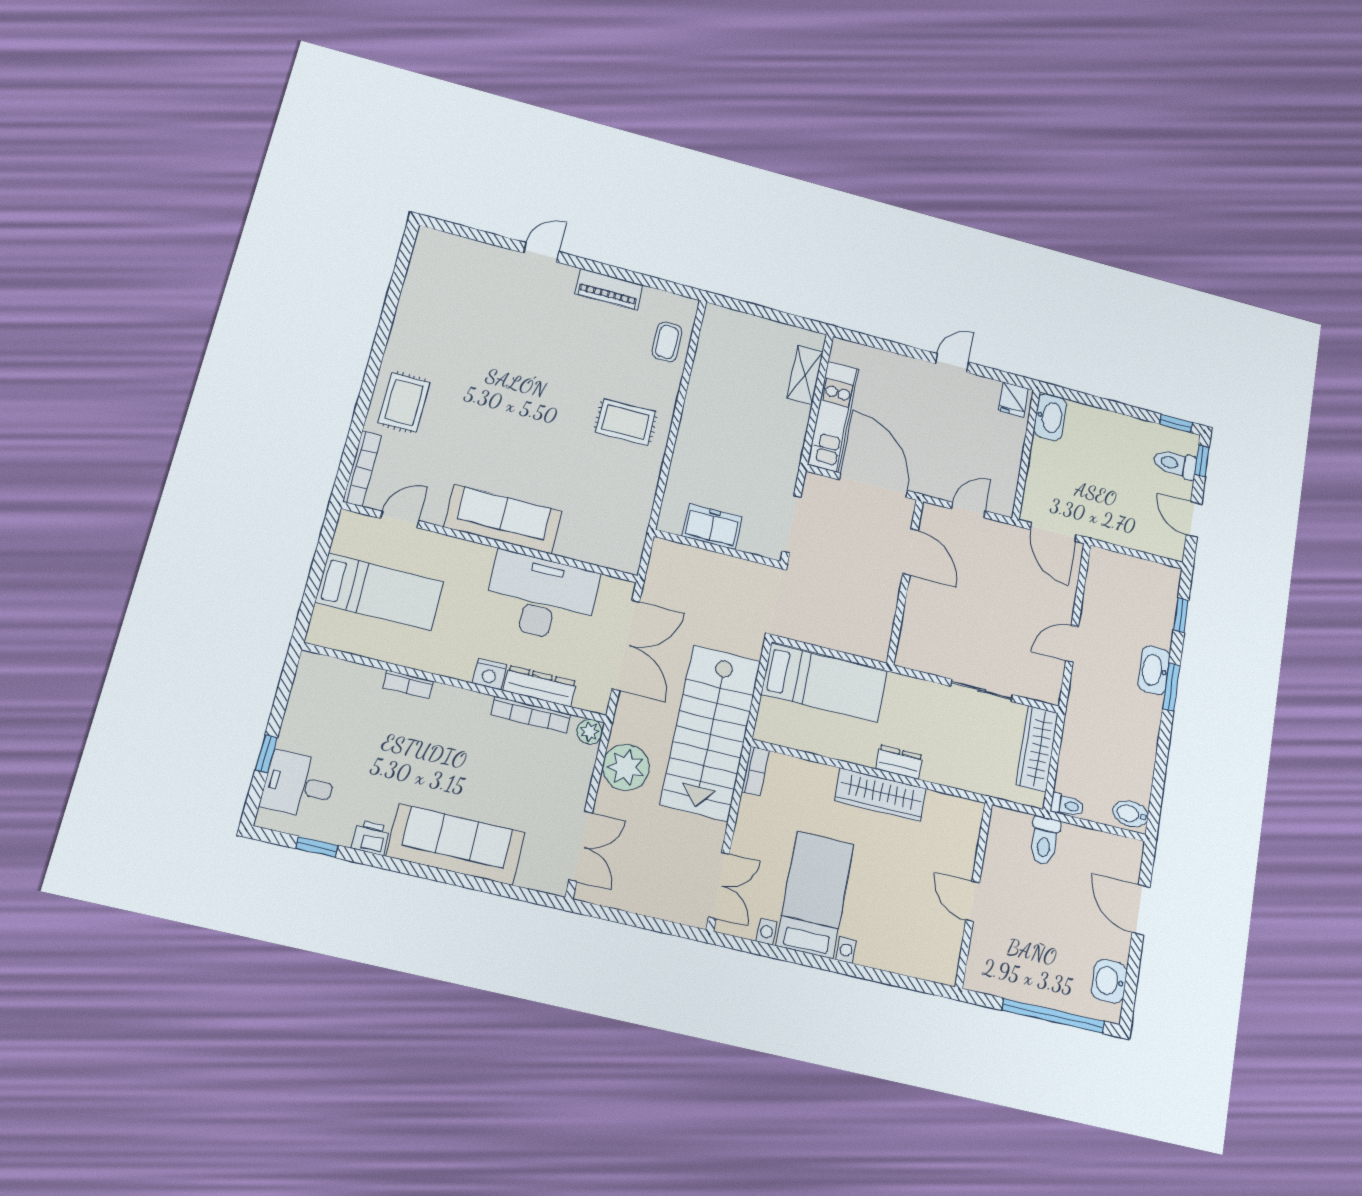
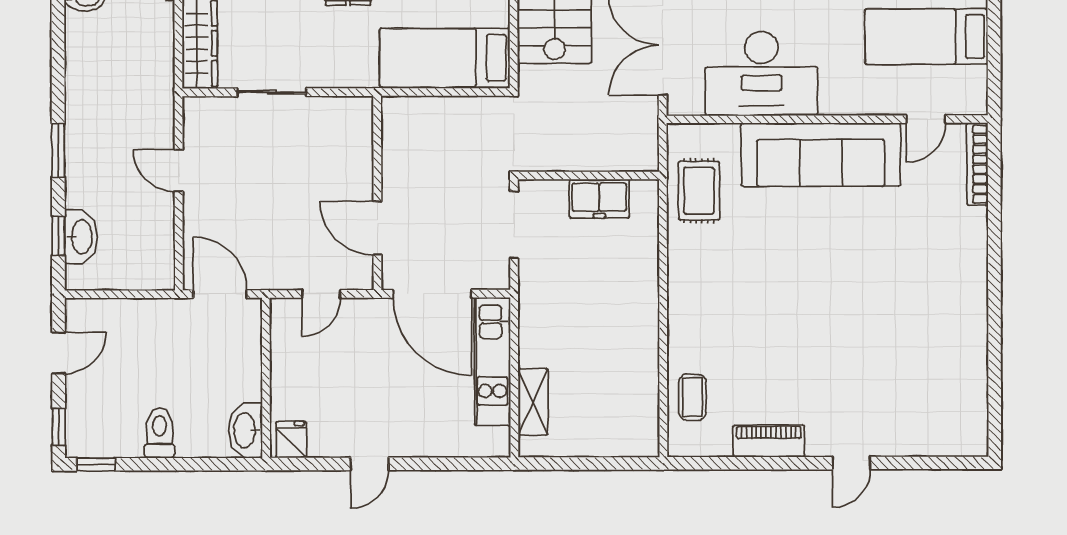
rug: (404, 402) -> (953, 249), removed
rug: (626, 422) -> (699, 191), moved, turned 90
toilet: (1175, 464) -> (159, 433), moved, turned -90
sofa: (503, 519) -> (821, 155), width x1.36, depth x1.27
door: (1194, 520) -> (59, 353), hinge flipped
door: (1072, 644) -> (179, 170), swing flipped
washbasin: (1154, 670) -> (81, 237), moved

